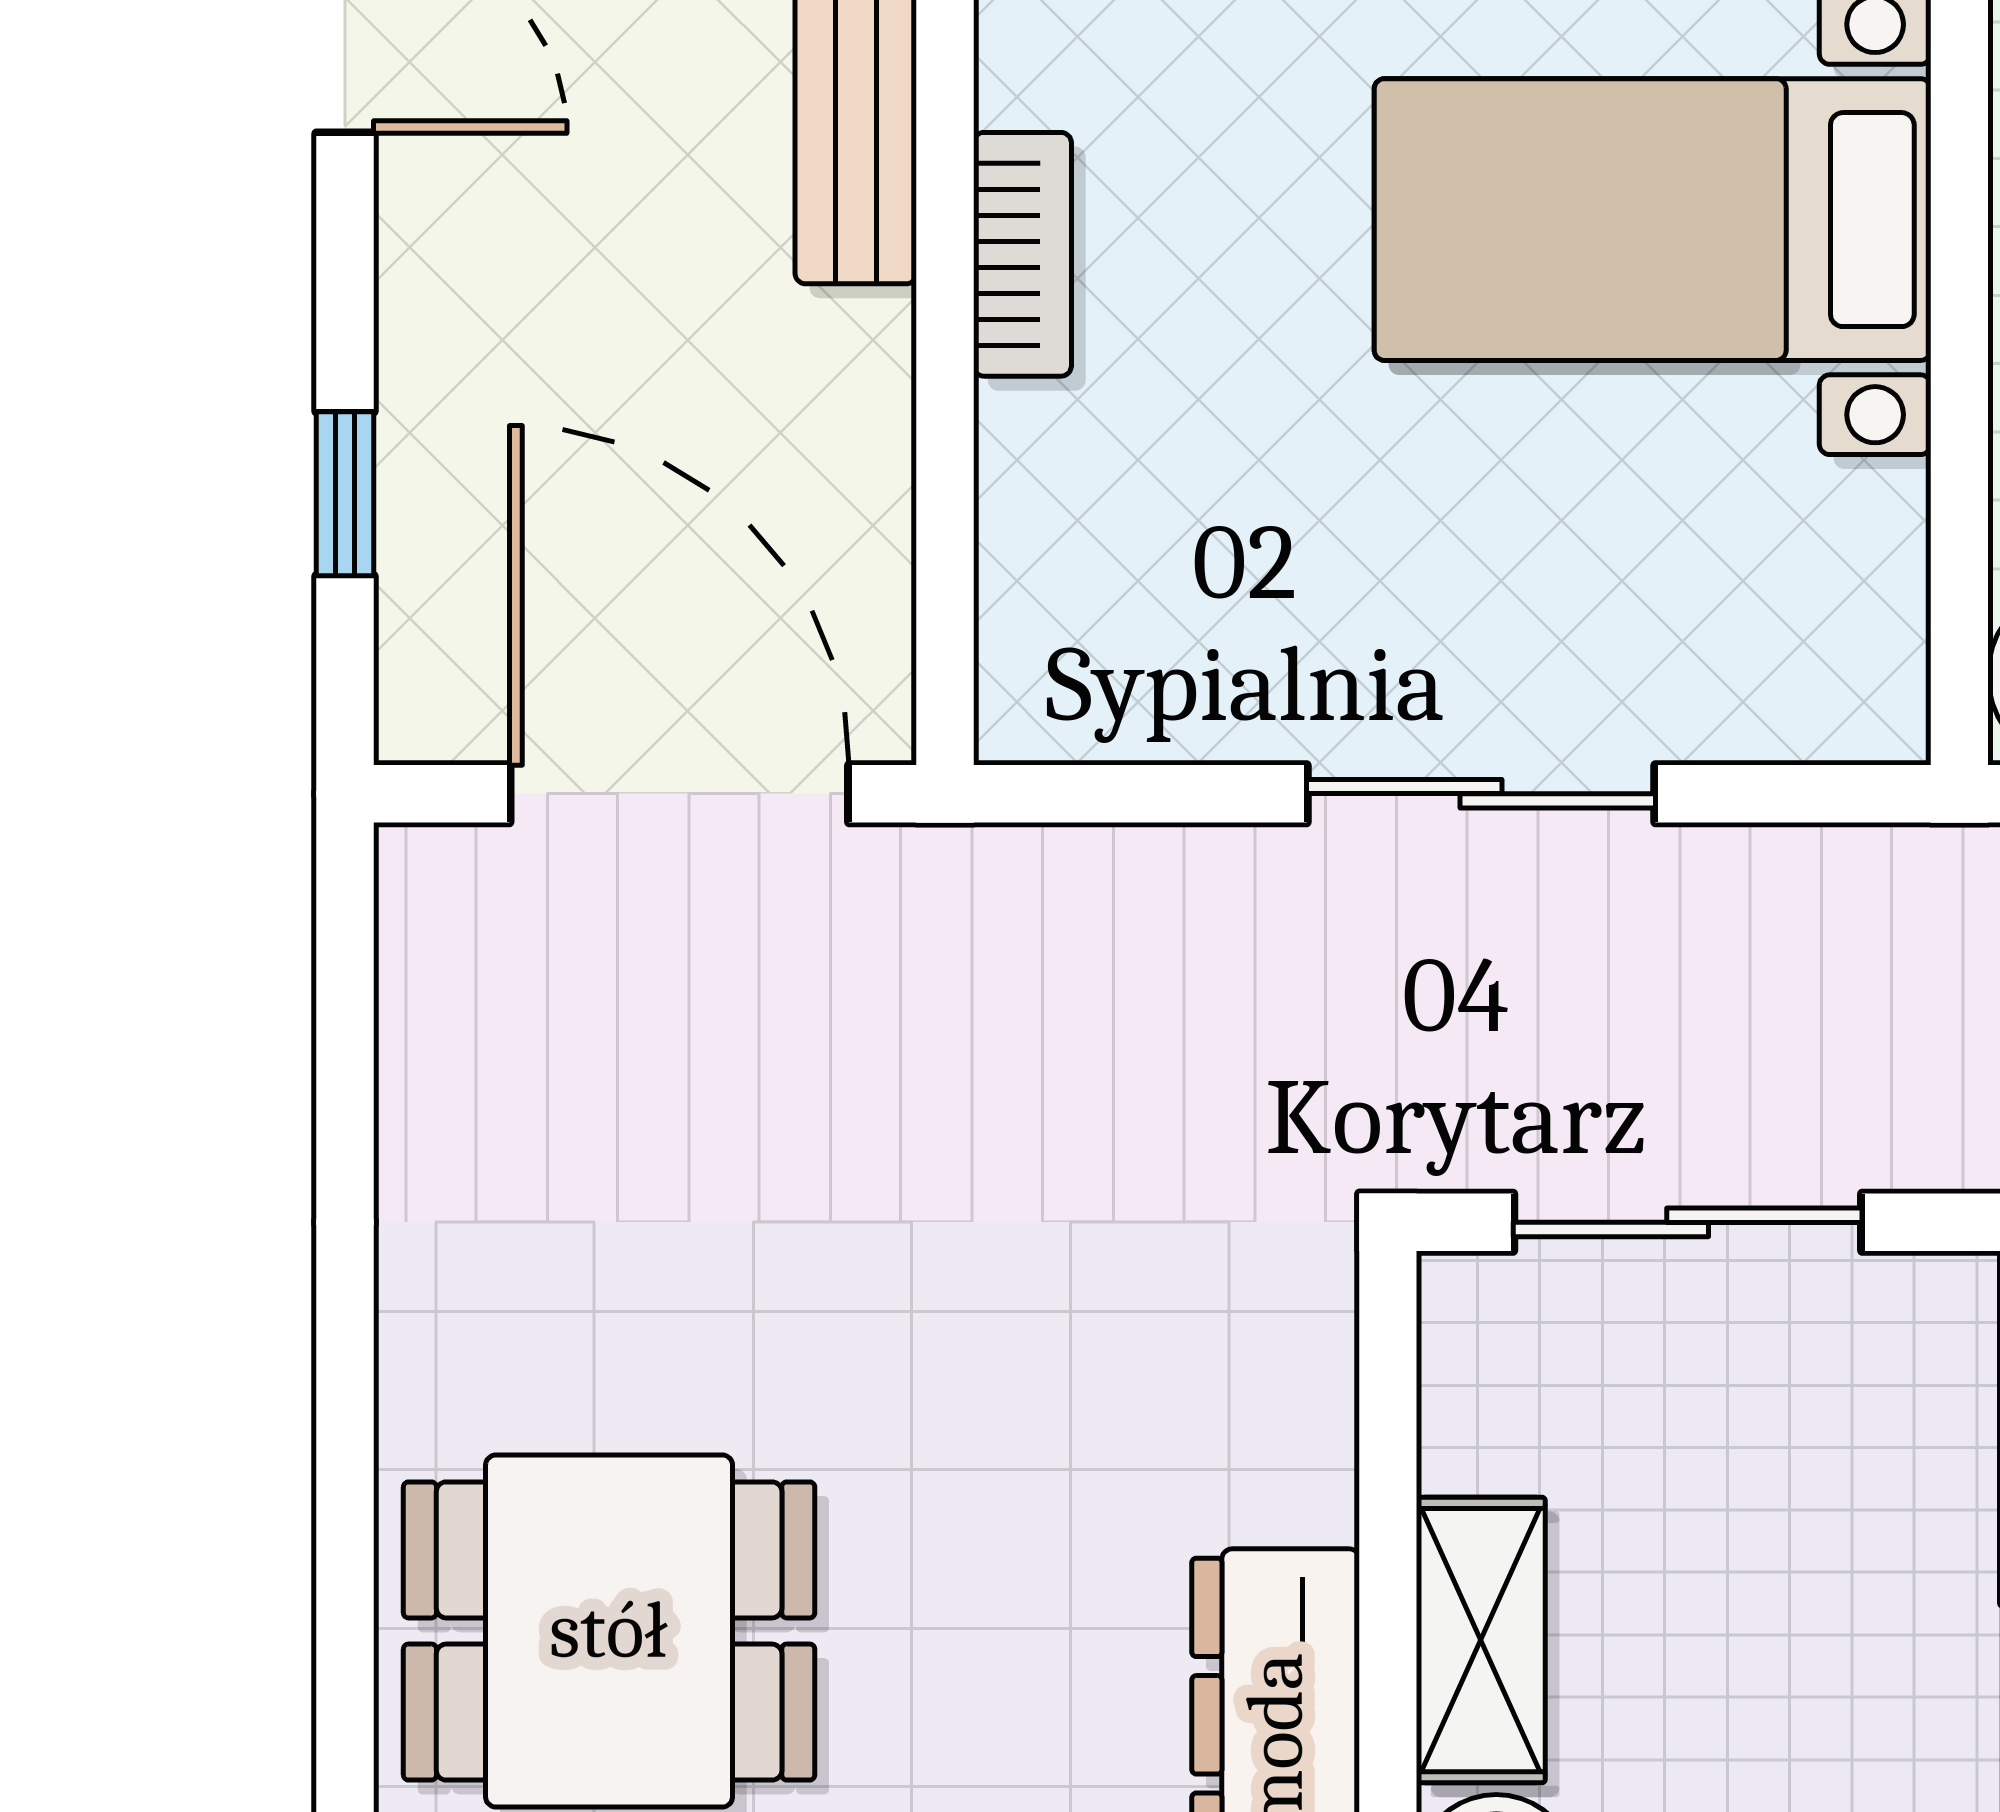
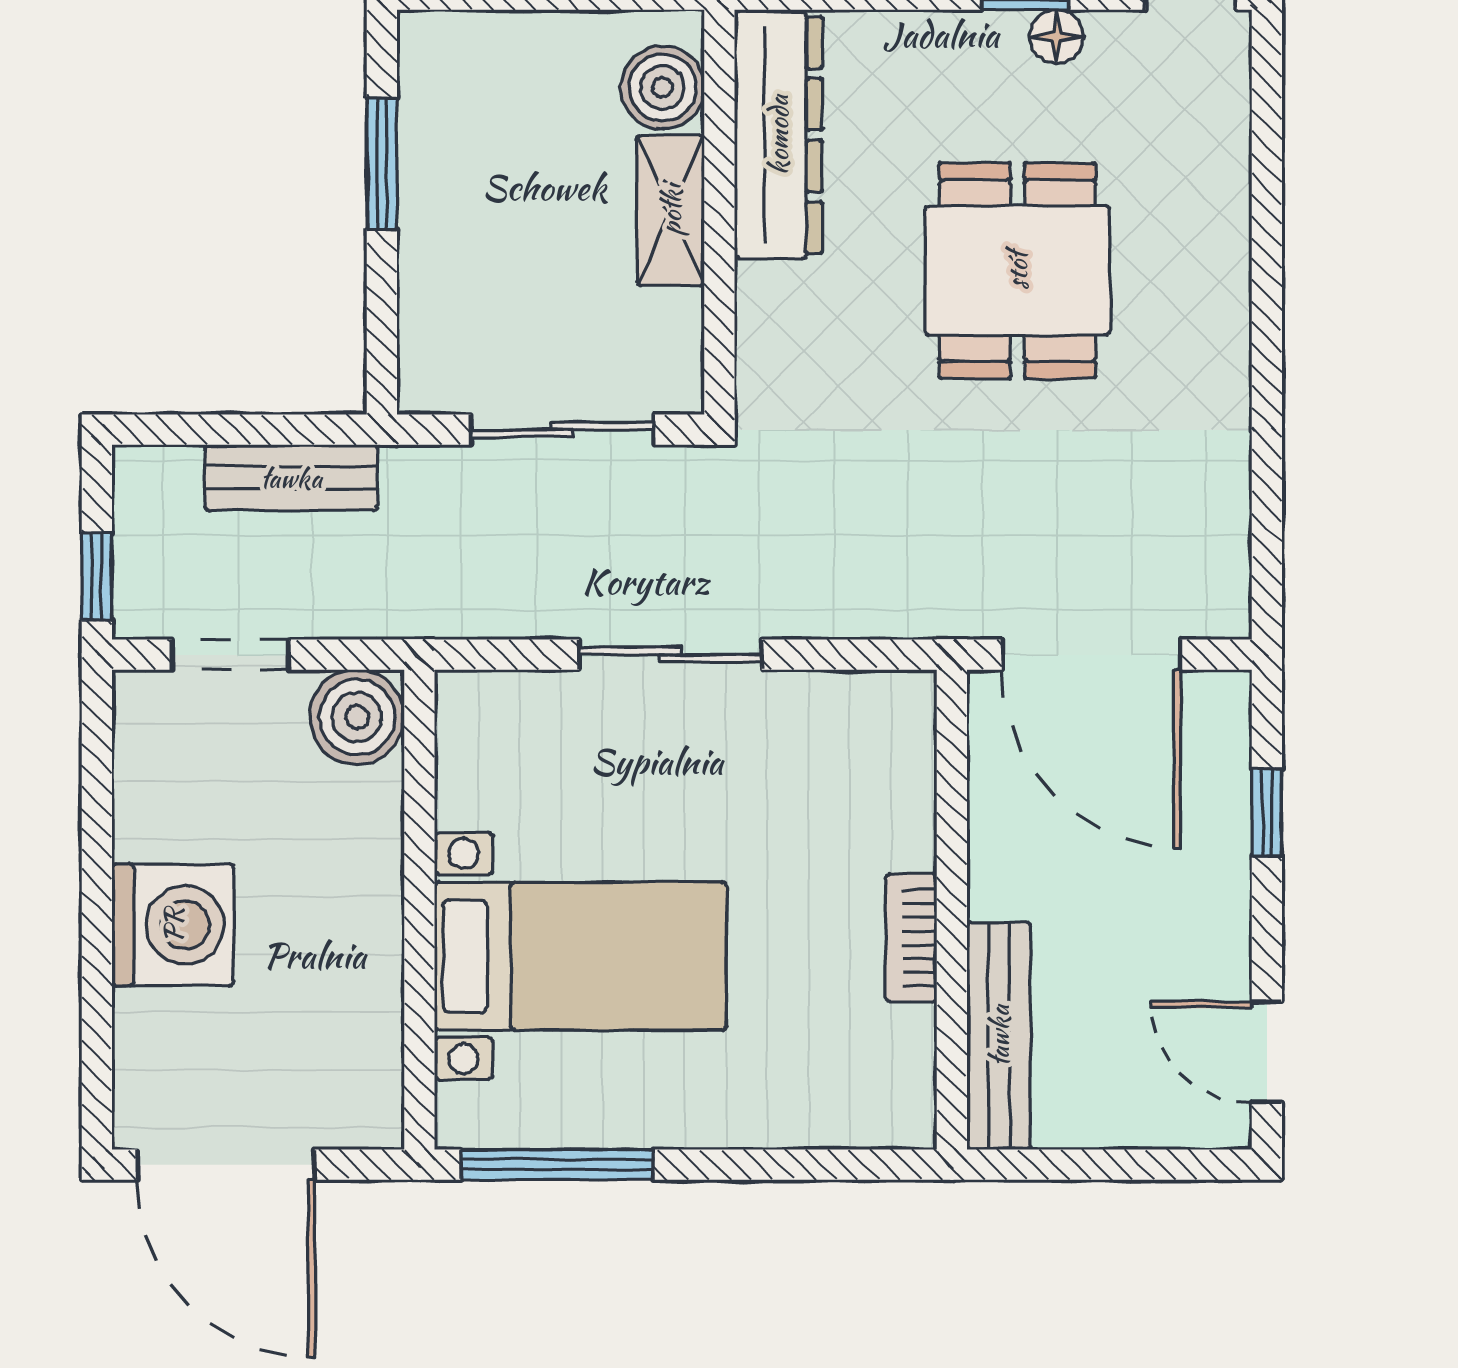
dining table: (609, 1631) -> (1017, 271), moved, turned 90

